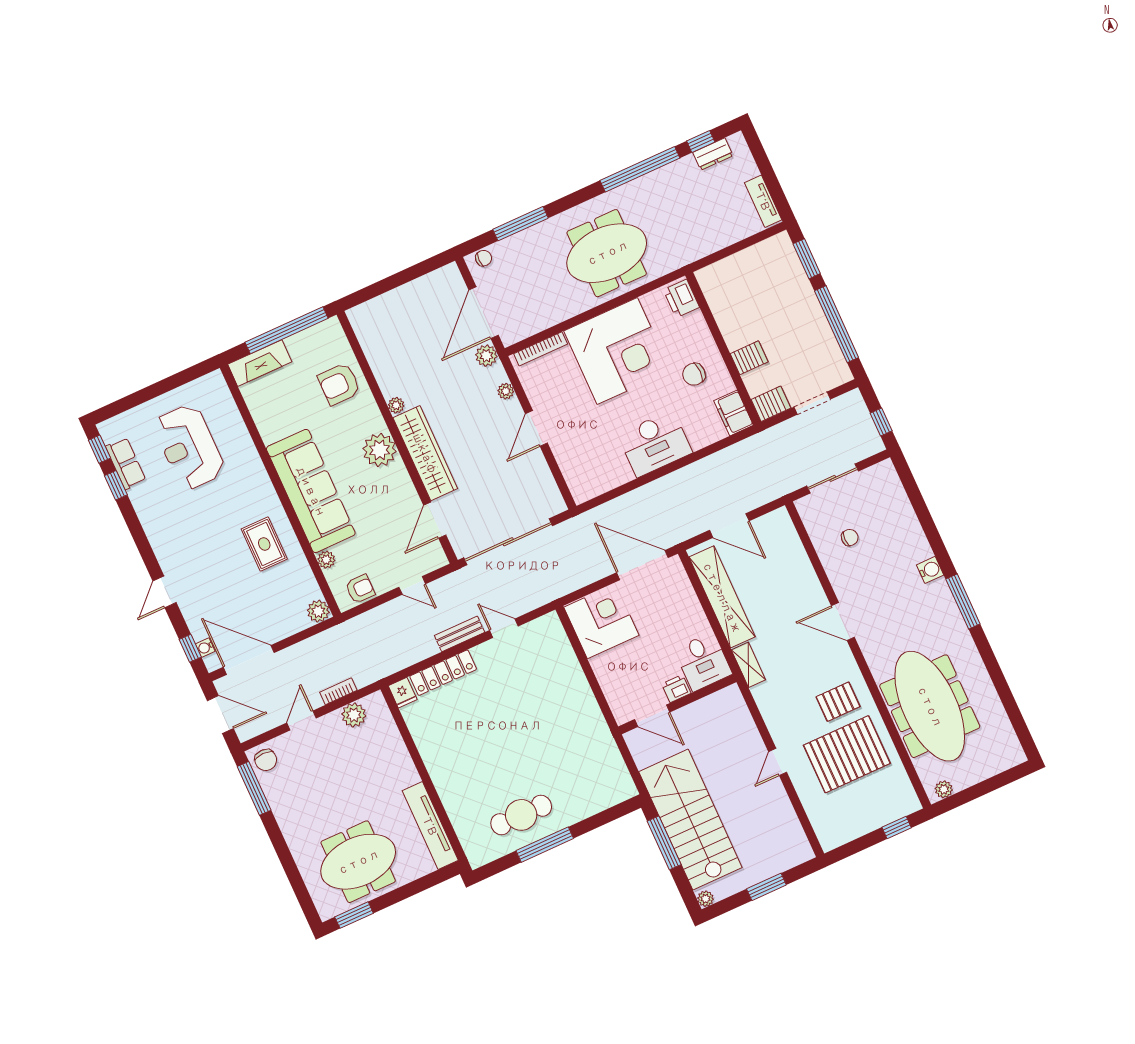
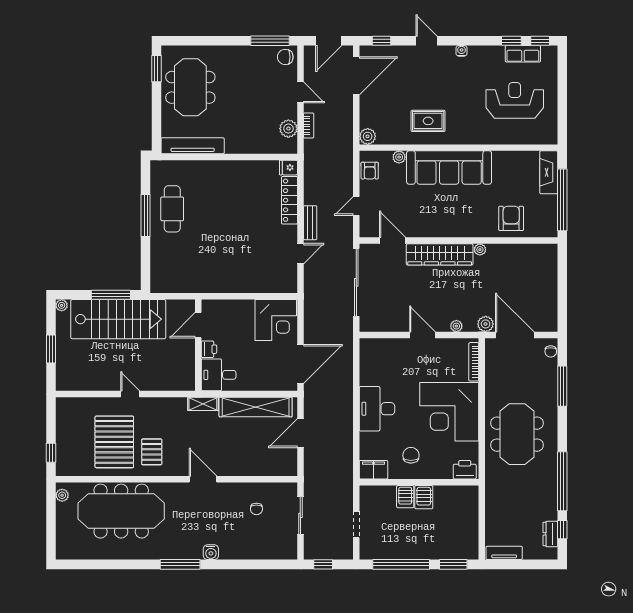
server rack: (771, 404) -> (424, 497), moved
plant: (380, 450) -> (455, 225), removed
door: (843, 622) -> (203, 479), hinge flipped
water cooler: (205, 648) -> (462, 51), moved

